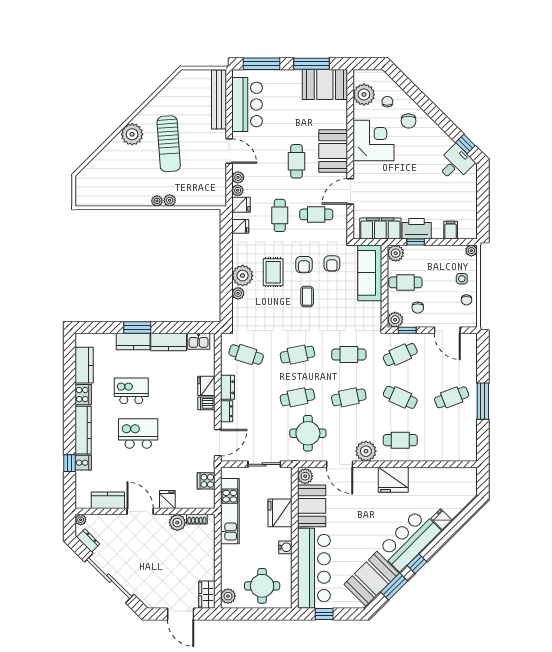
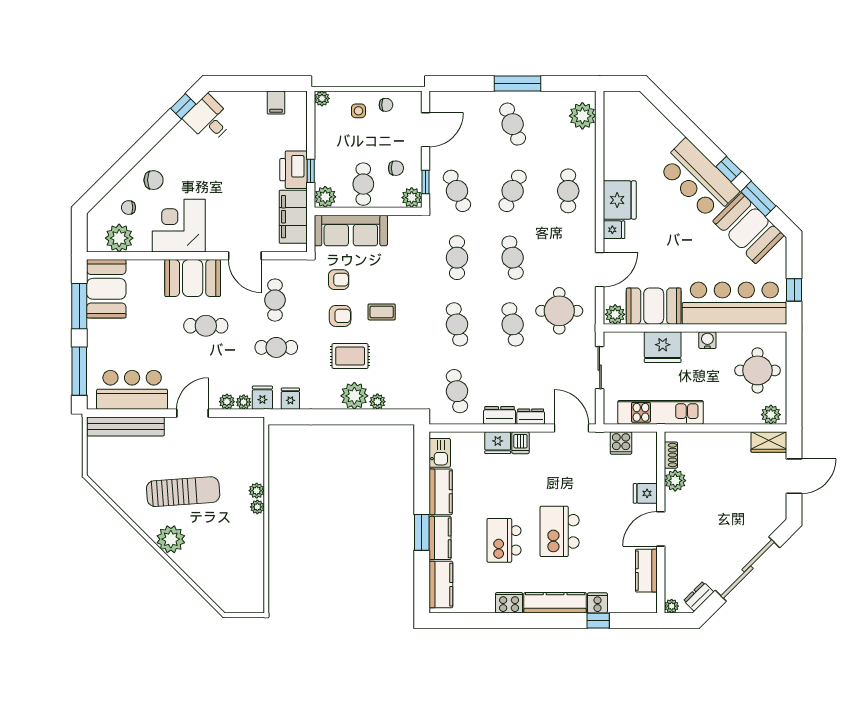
filing cabinet: (451, 230) -> (276, 103), moved, turned -90
cafe table: (246, 355) -> (457, 391), turned -30
kitchen counter: (84, 365) -> (441, 585), moved, turned 90
plant: (366, 451) -> (582, 116), moved
fridge: (442, 519) -> (614, 230), moved, turned -135

